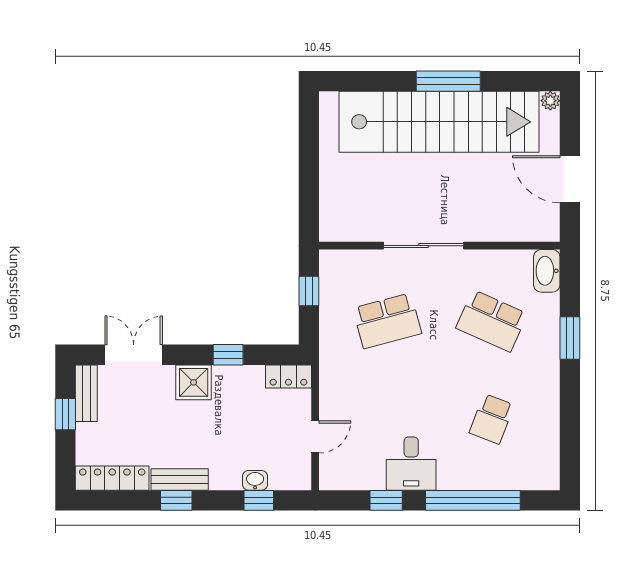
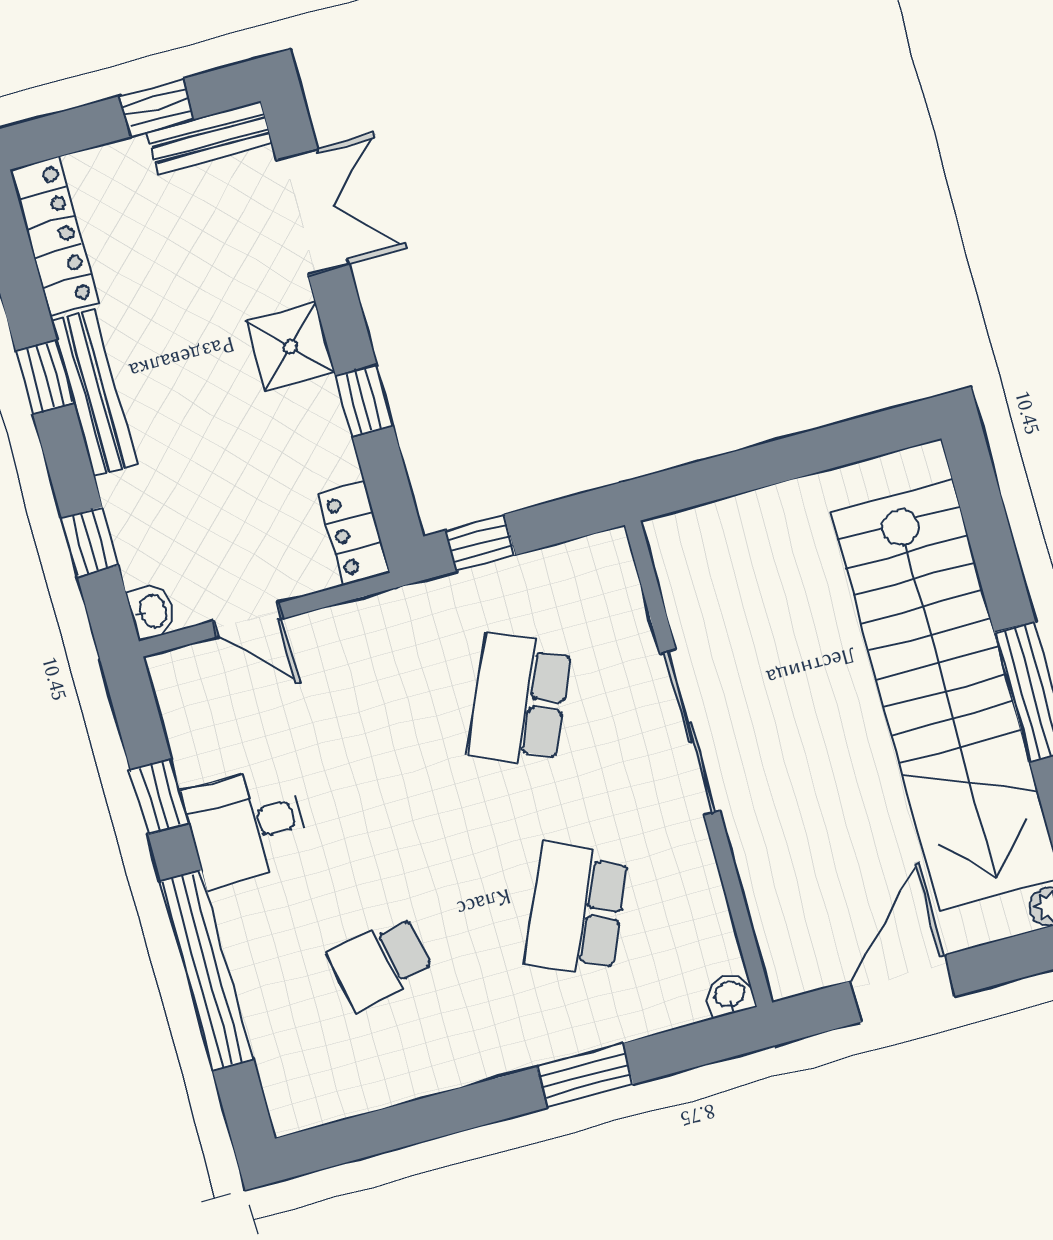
washbasin: (547, 271) -> (730, 995), width x0.52, depth x0.69
window: (309, 291) -> (480, 543), moved
school desk: (387, 321) -> (519, 700), turned 39
school desk: (492, 419) -> (380, 963), turned -33
bench: (180, 479) -> (94, 393), width x1.36
washbasin: (255, 480) -> (152, 611), moved

